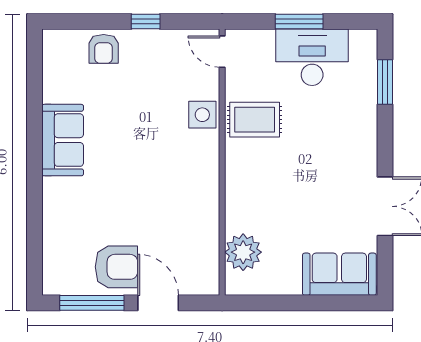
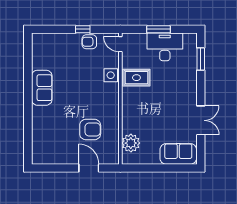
armchair: (104, 49) -> (89, 42), moved, turned 90
armchair: (116, 267) -> (90, 130), moved
window: (92, 303) -> (56, 168), removed

